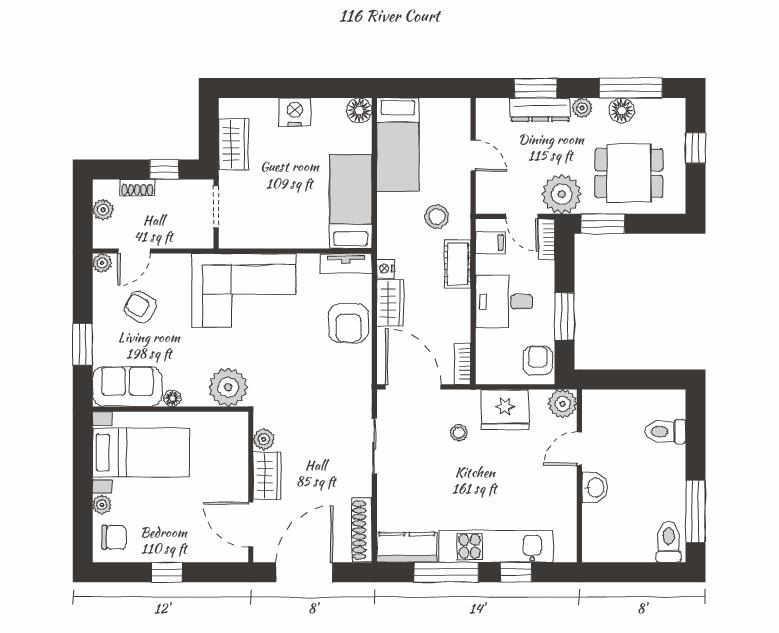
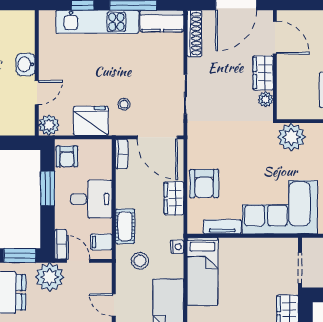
tv unit: (346, 263) -> (222, 227), moved
nightstand: (386, 268) -> (177, 247), moved
armchair: (349, 323) -> (204, 184), turned 180

